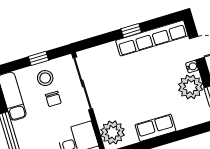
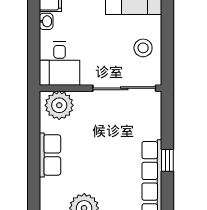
window: (39, 58) -> (167, 47), removed
chair: (53, 99) -> (117, 50), removed

